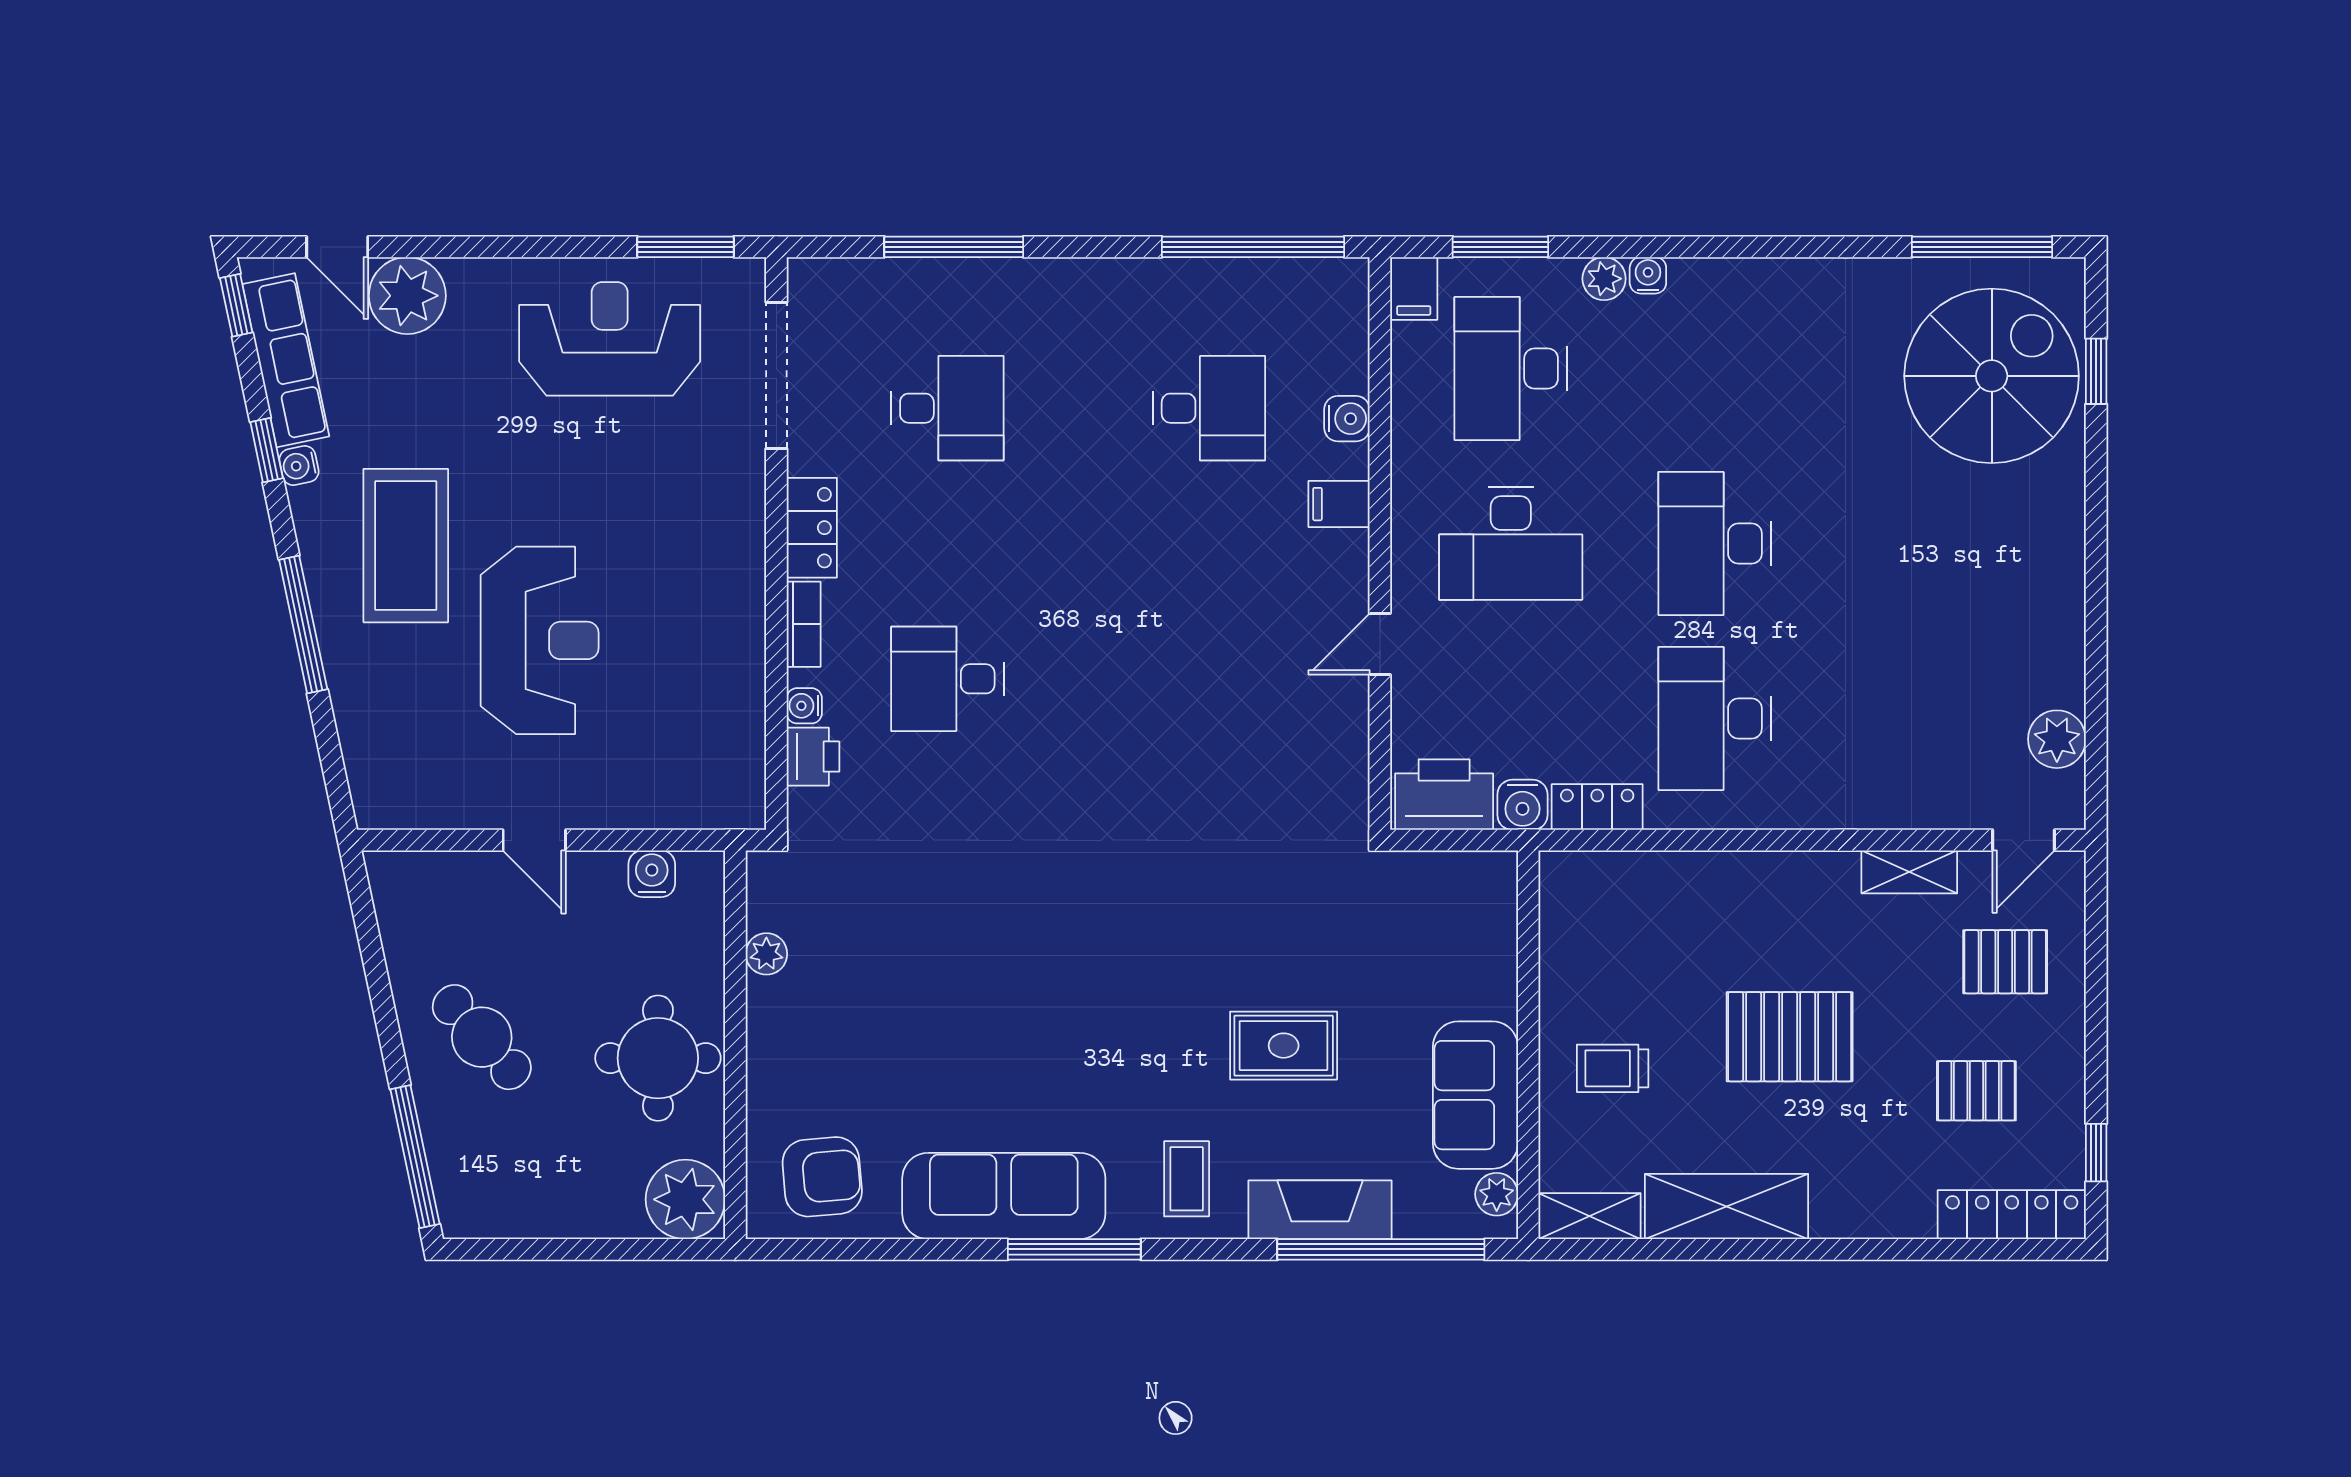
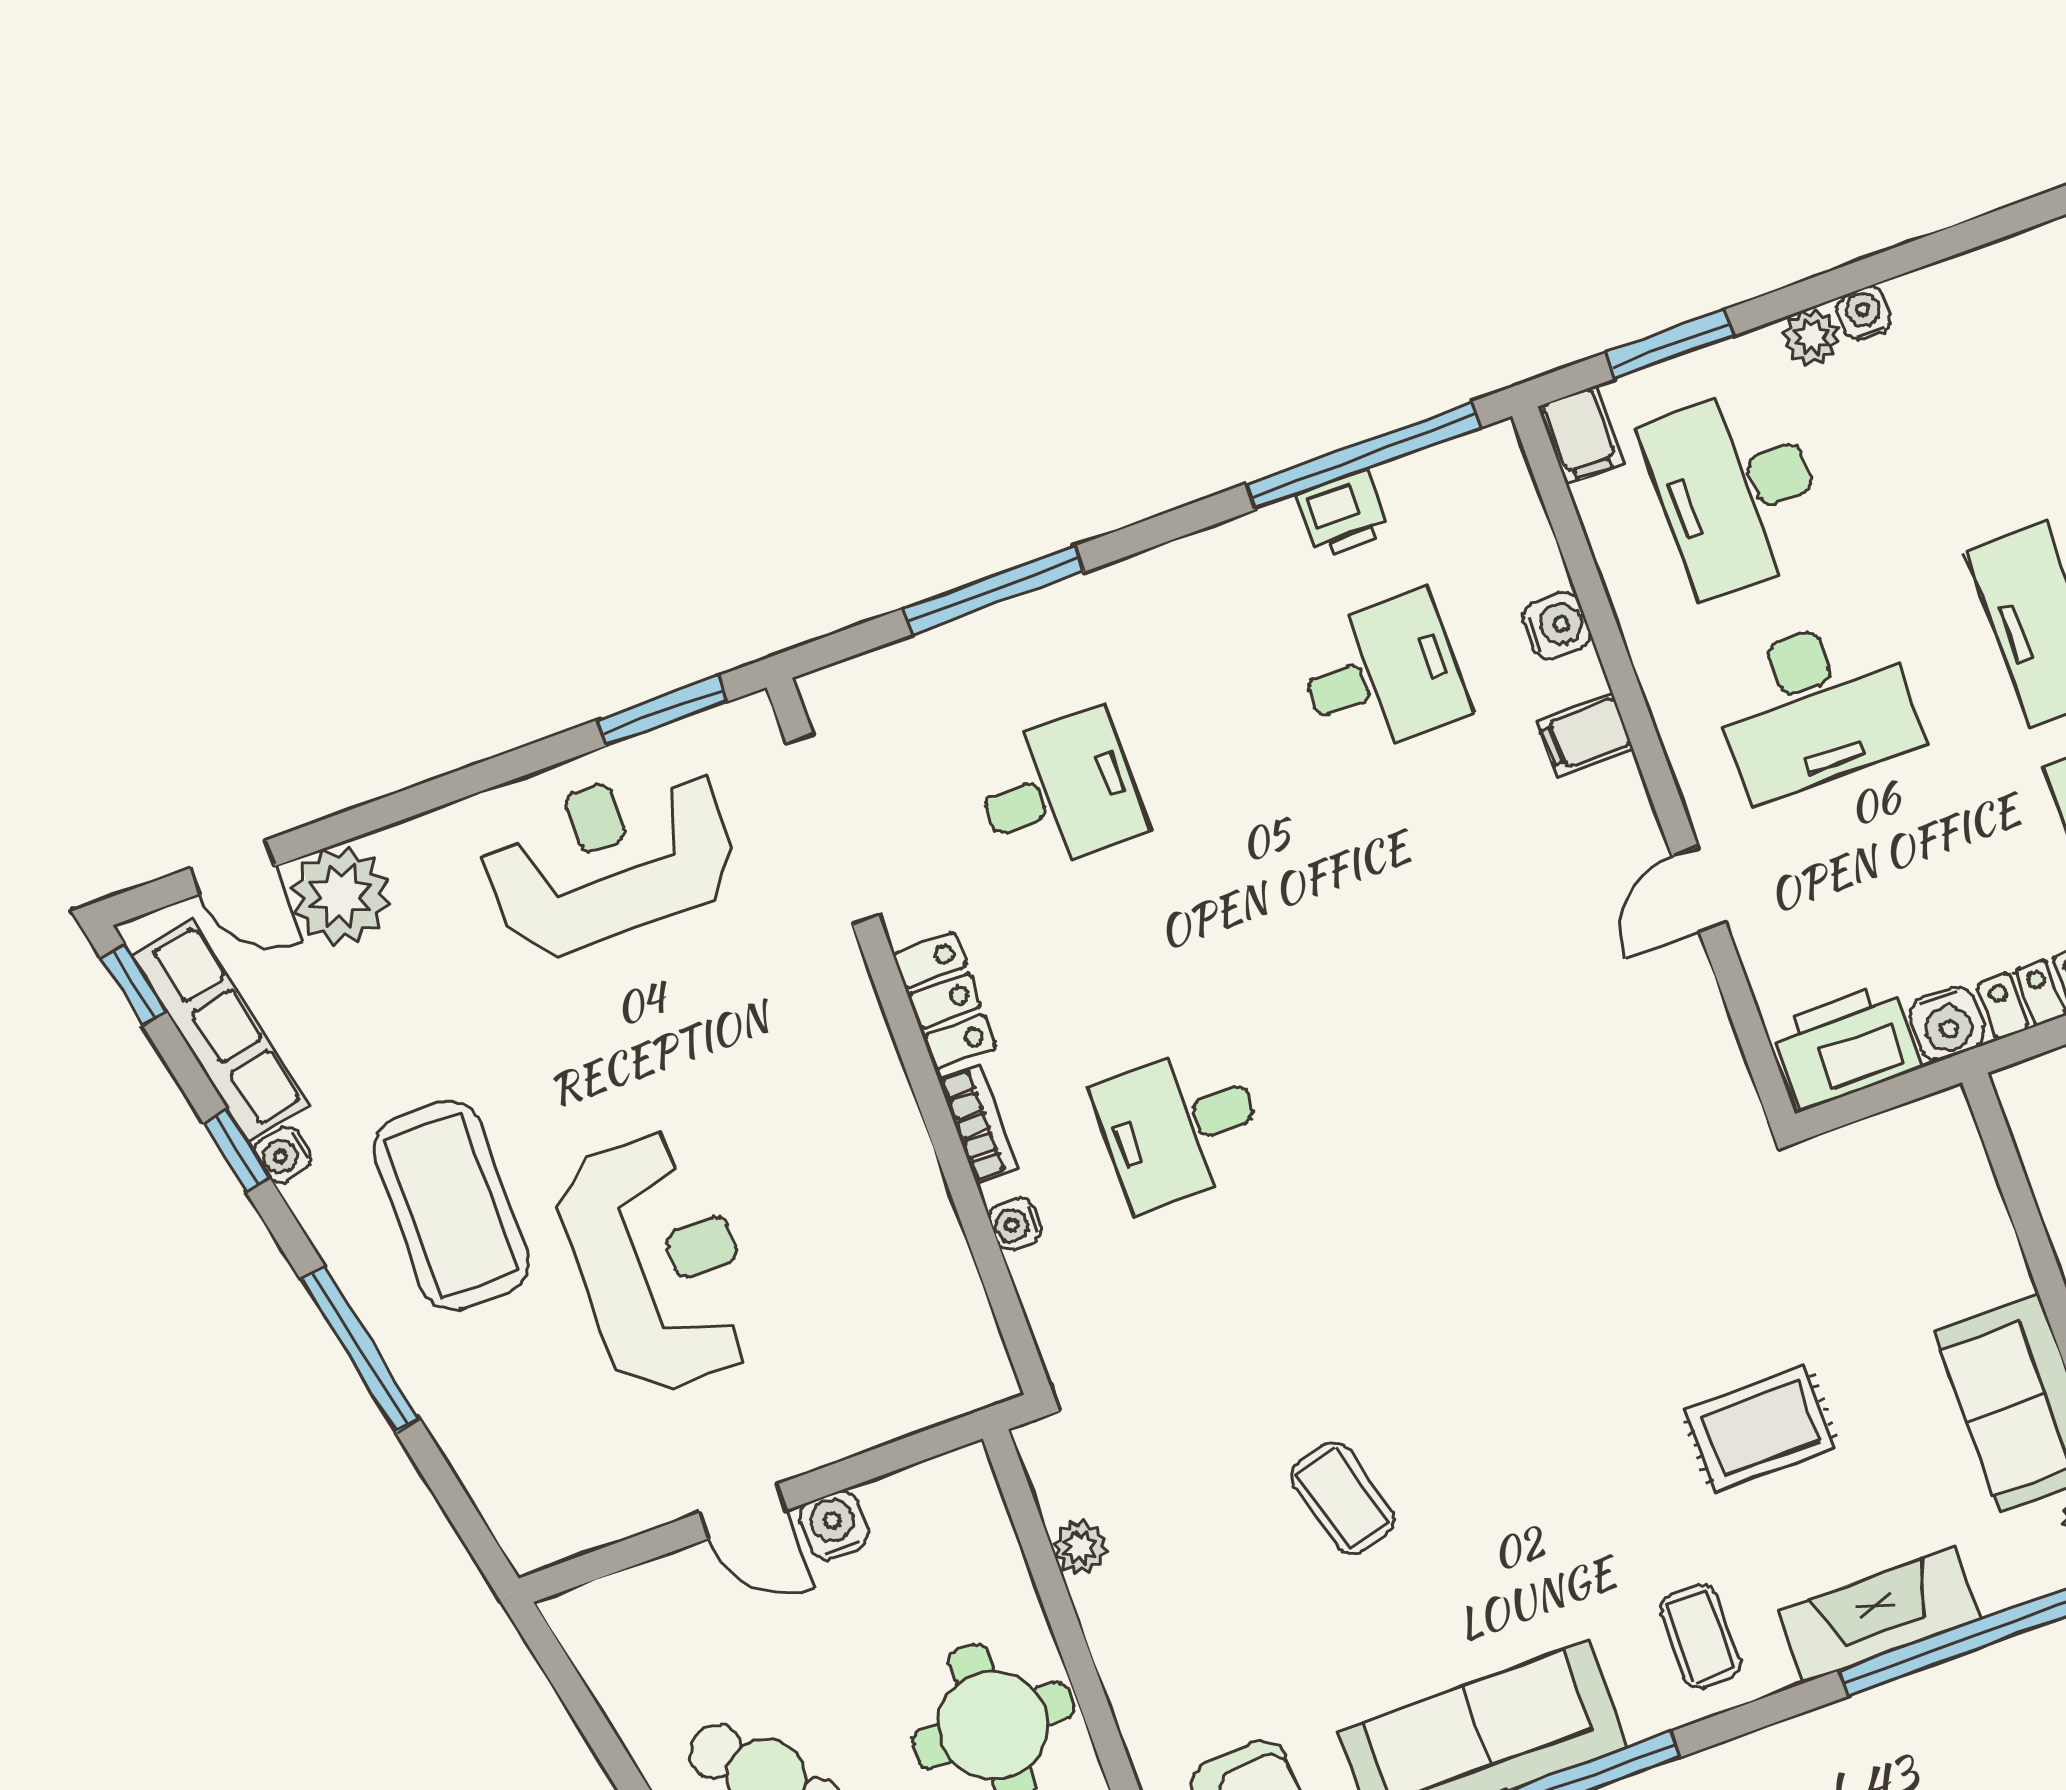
printer: (813, 757) -> (1344, 514), moved, turned 90
water cooler: (652, 874) -> (834, 1525), moved
coffee table: (967, 987) -> (1343, 1498), added

